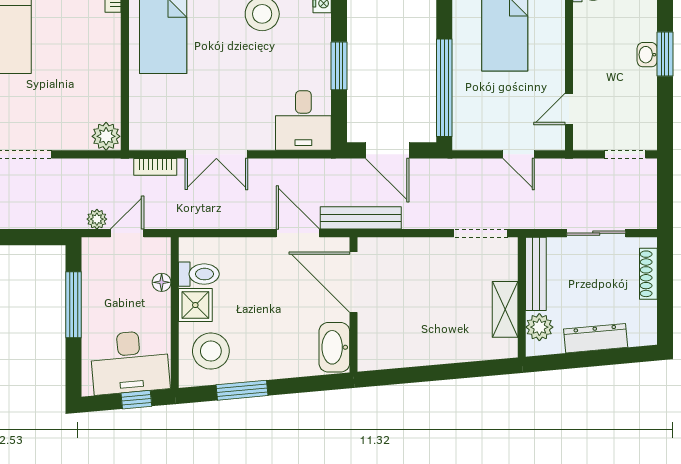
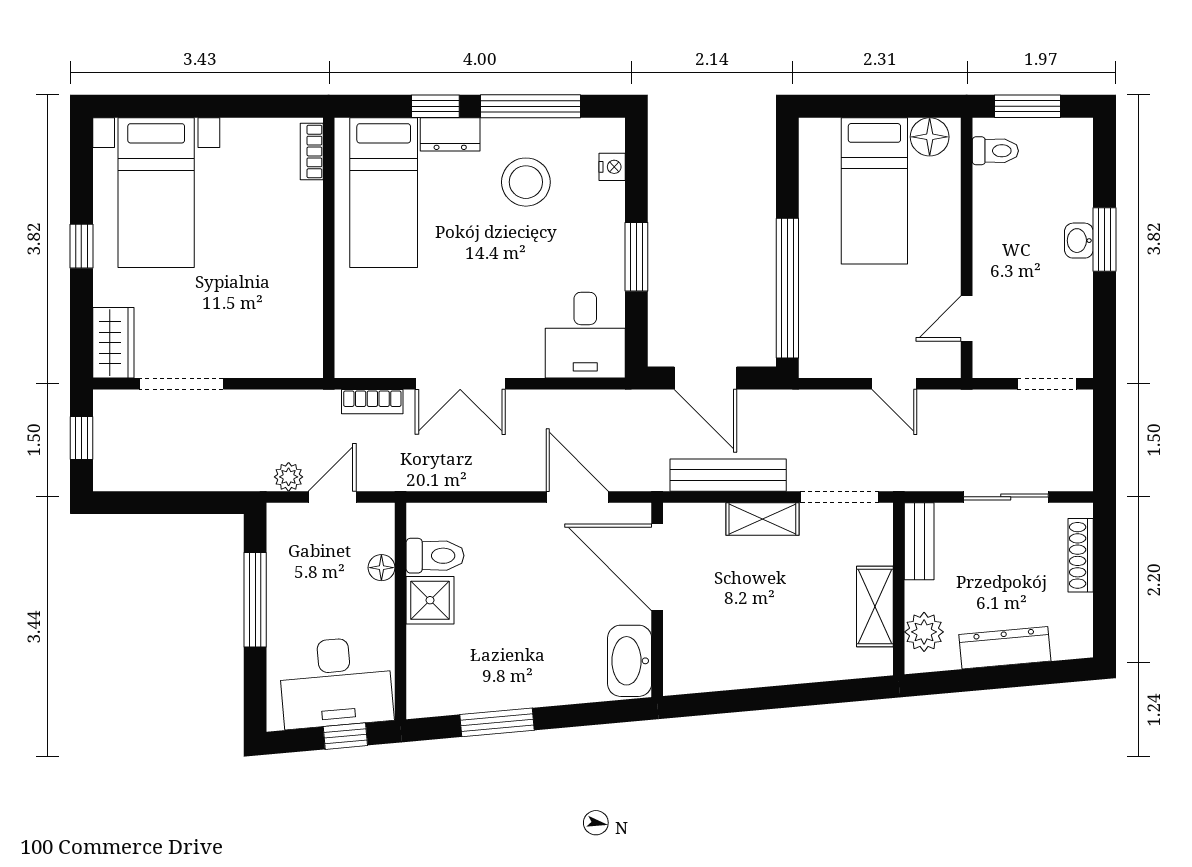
plant: (106, 136) -> (302, 358), removed
bench: (361, 218) -> (728, 475), moved
shelving: (427, 249) -> (762, 519), added
bench: (536, 274) -> (919, 541), width x0.73
stool: (211, 351) -> (452, 666), removed

